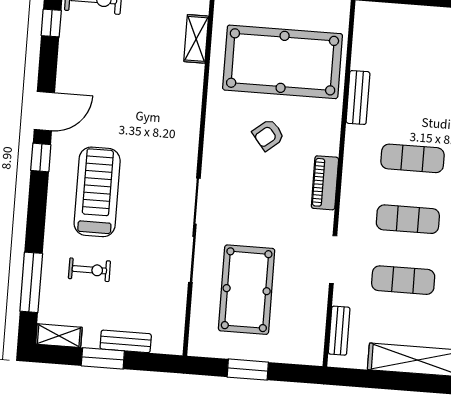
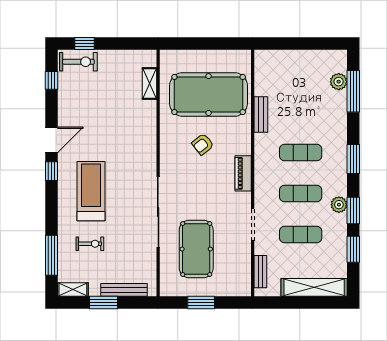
bench: (126, 341) -> (124, 290), width x1.36

